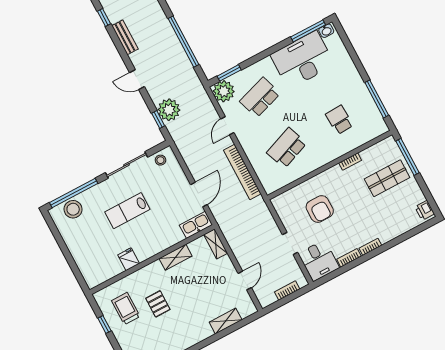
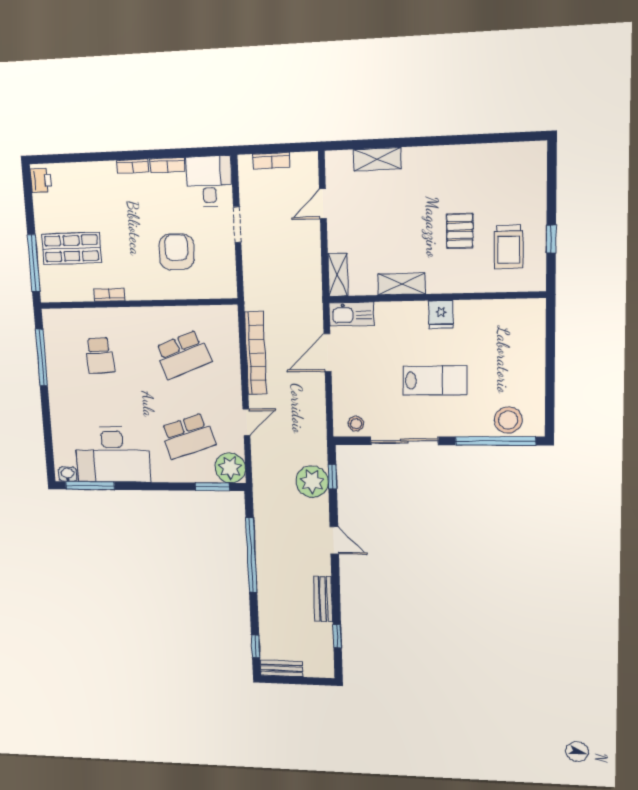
fridge: (129, 259) -> (441, 314), moved

